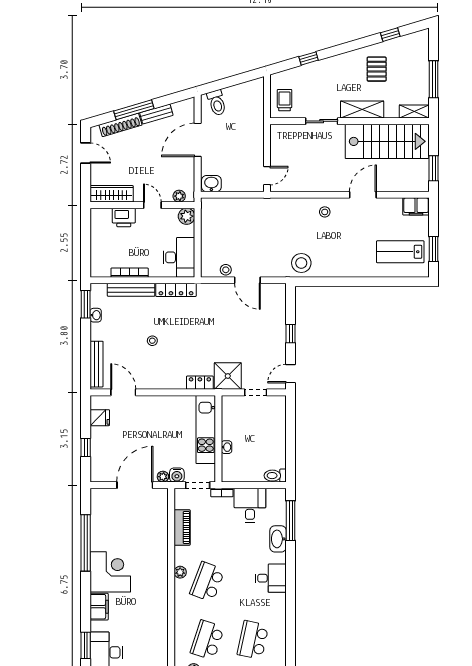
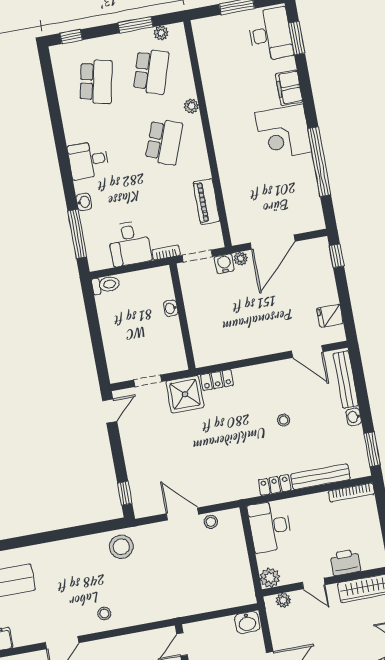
bookcase: (130, 273) -> (351, 493), moved
locker: (176, 290) -> (275, 485), width x0.66
washbasin: (96, 315) -> (354, 417), moved
window: (291, 334) -> (125, 493), moved
kitchen unit: (206, 429) -> (200, 325), removed
window: (86, 448) -> (337, 256), moved
washbasin: (278, 539) -> (84, 202), width x0.52, depth x0.69
plant: (180, 572) -> (191, 106), moved

